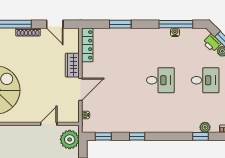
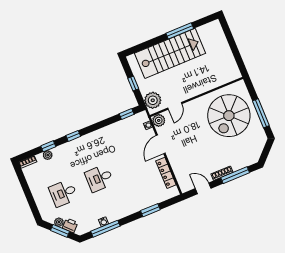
locker: (87, 45) -> (166, 173), moved
wardrobe: (72, 65) -> (175, 161), removed
plant: (72, 116) -> (159, 120), added
window: (137, 136) -> (73, 136), moved

